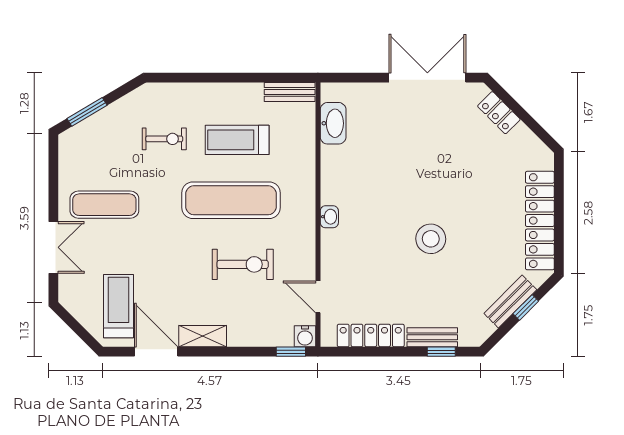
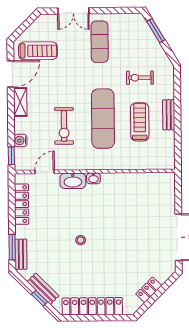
bench: (290, 92) -> (169, 115), moved
locker: (499, 113) -> (149, 290), moved
washbasin: (333, 123) -> (73, 181), moved
exercise bike: (164, 139) -> (140, 78), turned 90
stool: (431, 239) -> (81, 240), width x0.53, depth x0.53
water cooler: (305, 336) -> (20, 141), moved
bench: (432, 337) -> (21, 254), moved
window: (441, 352) -> (12, 247), width x1.50

